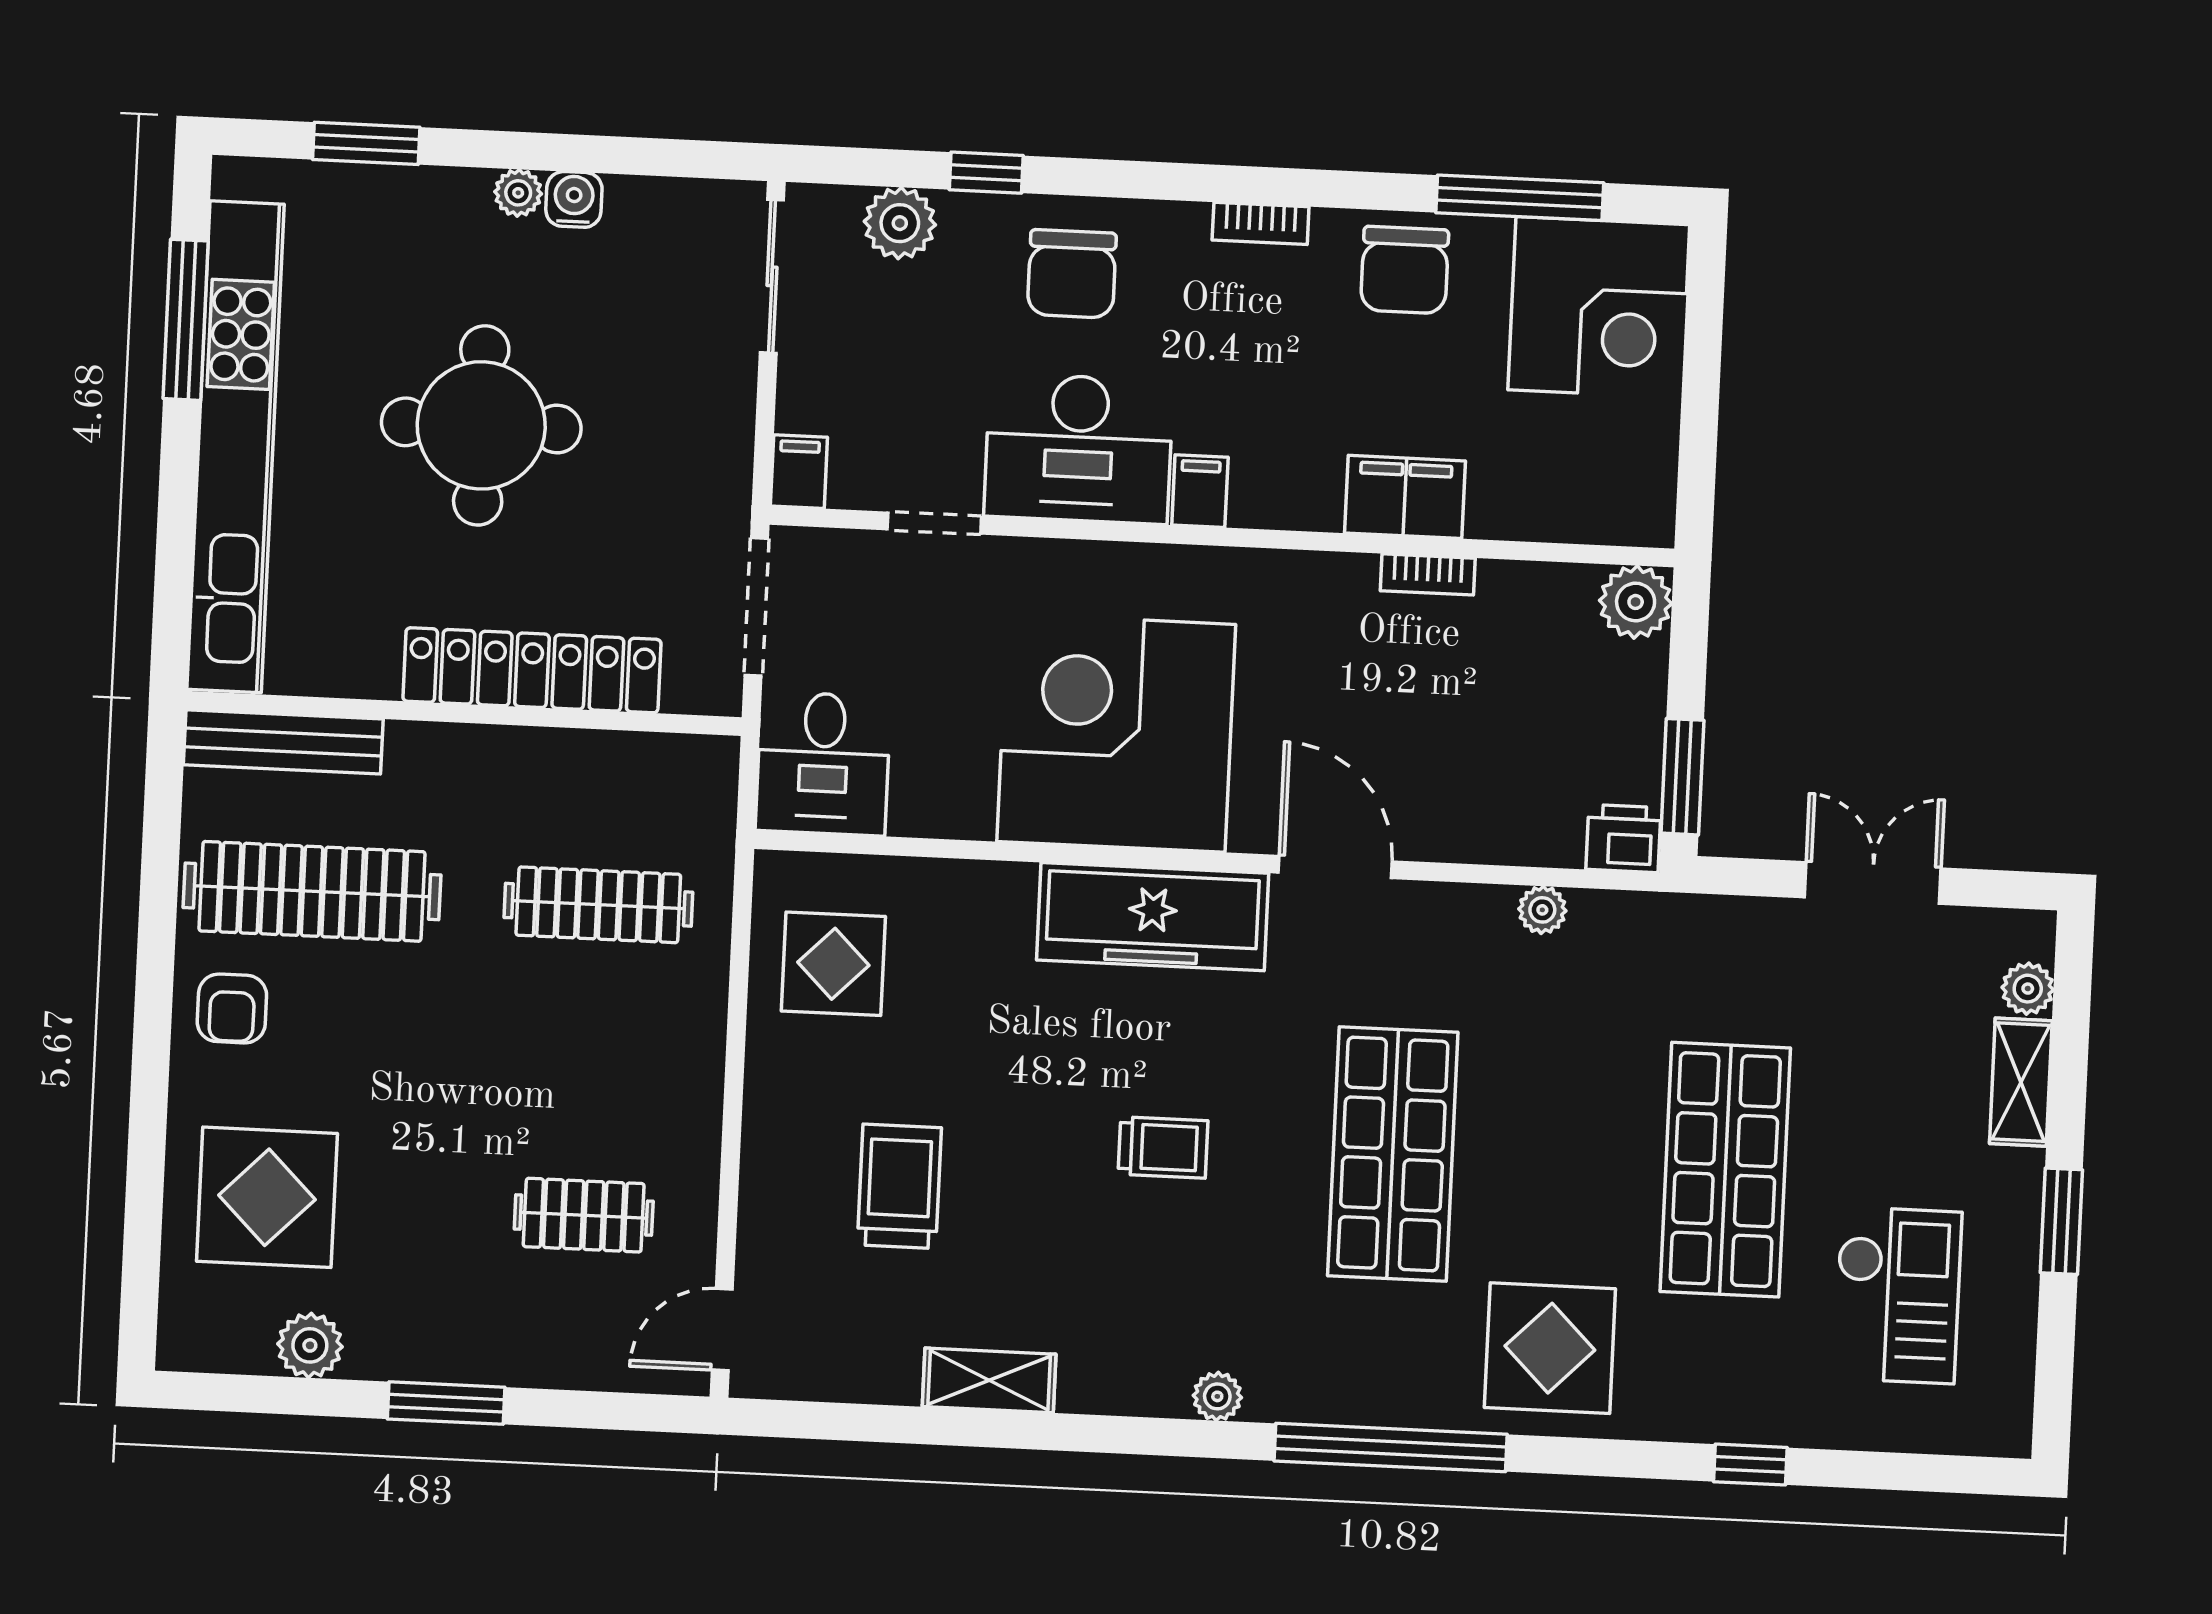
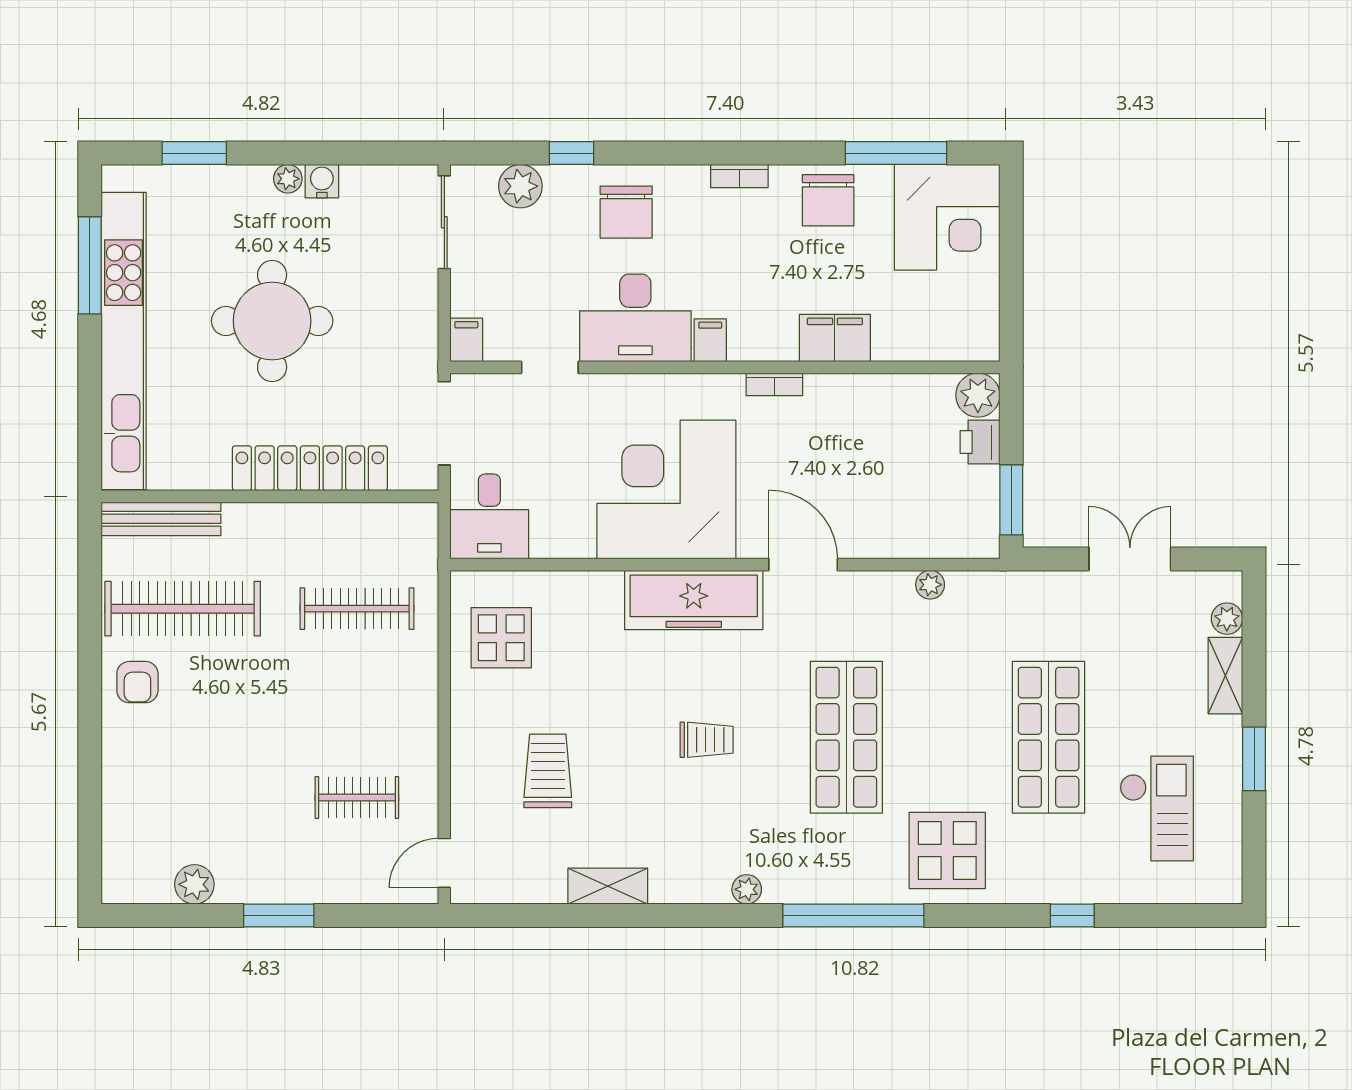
bookcase: (1428, 574) -> (774, 384), moved
printer: (1623, 838) -> (980, 442), moved, turned -90
display table: (267, 1197) -> (164, 796), removed

